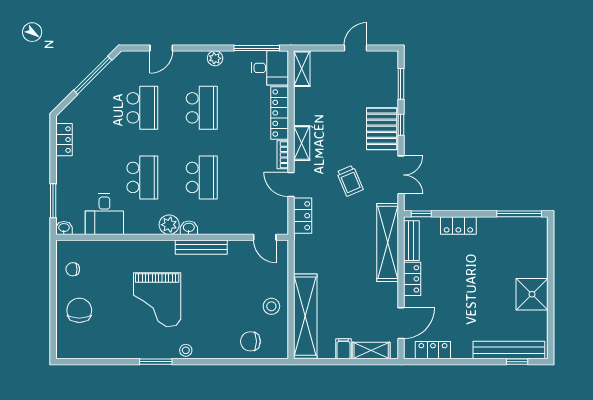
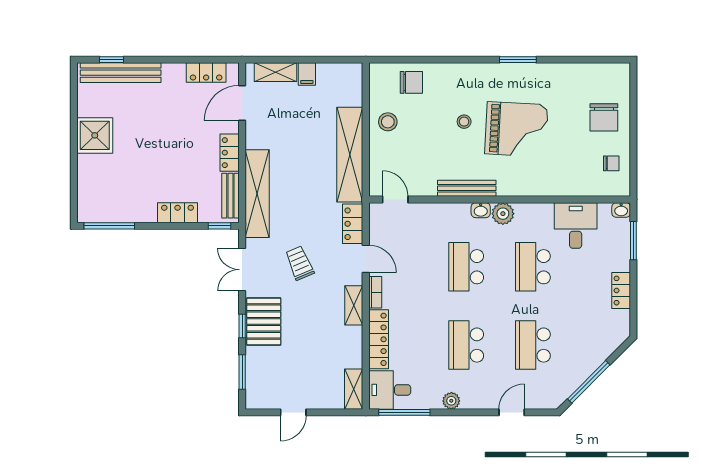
locker: (64, 140) -> (621, 291), moved
grand piano: (157, 300) -> (516, 129), turned 93
shelving: (305, 316) -> (350, 155), moved
stool: (186, 350) -> (464, 122), moved

